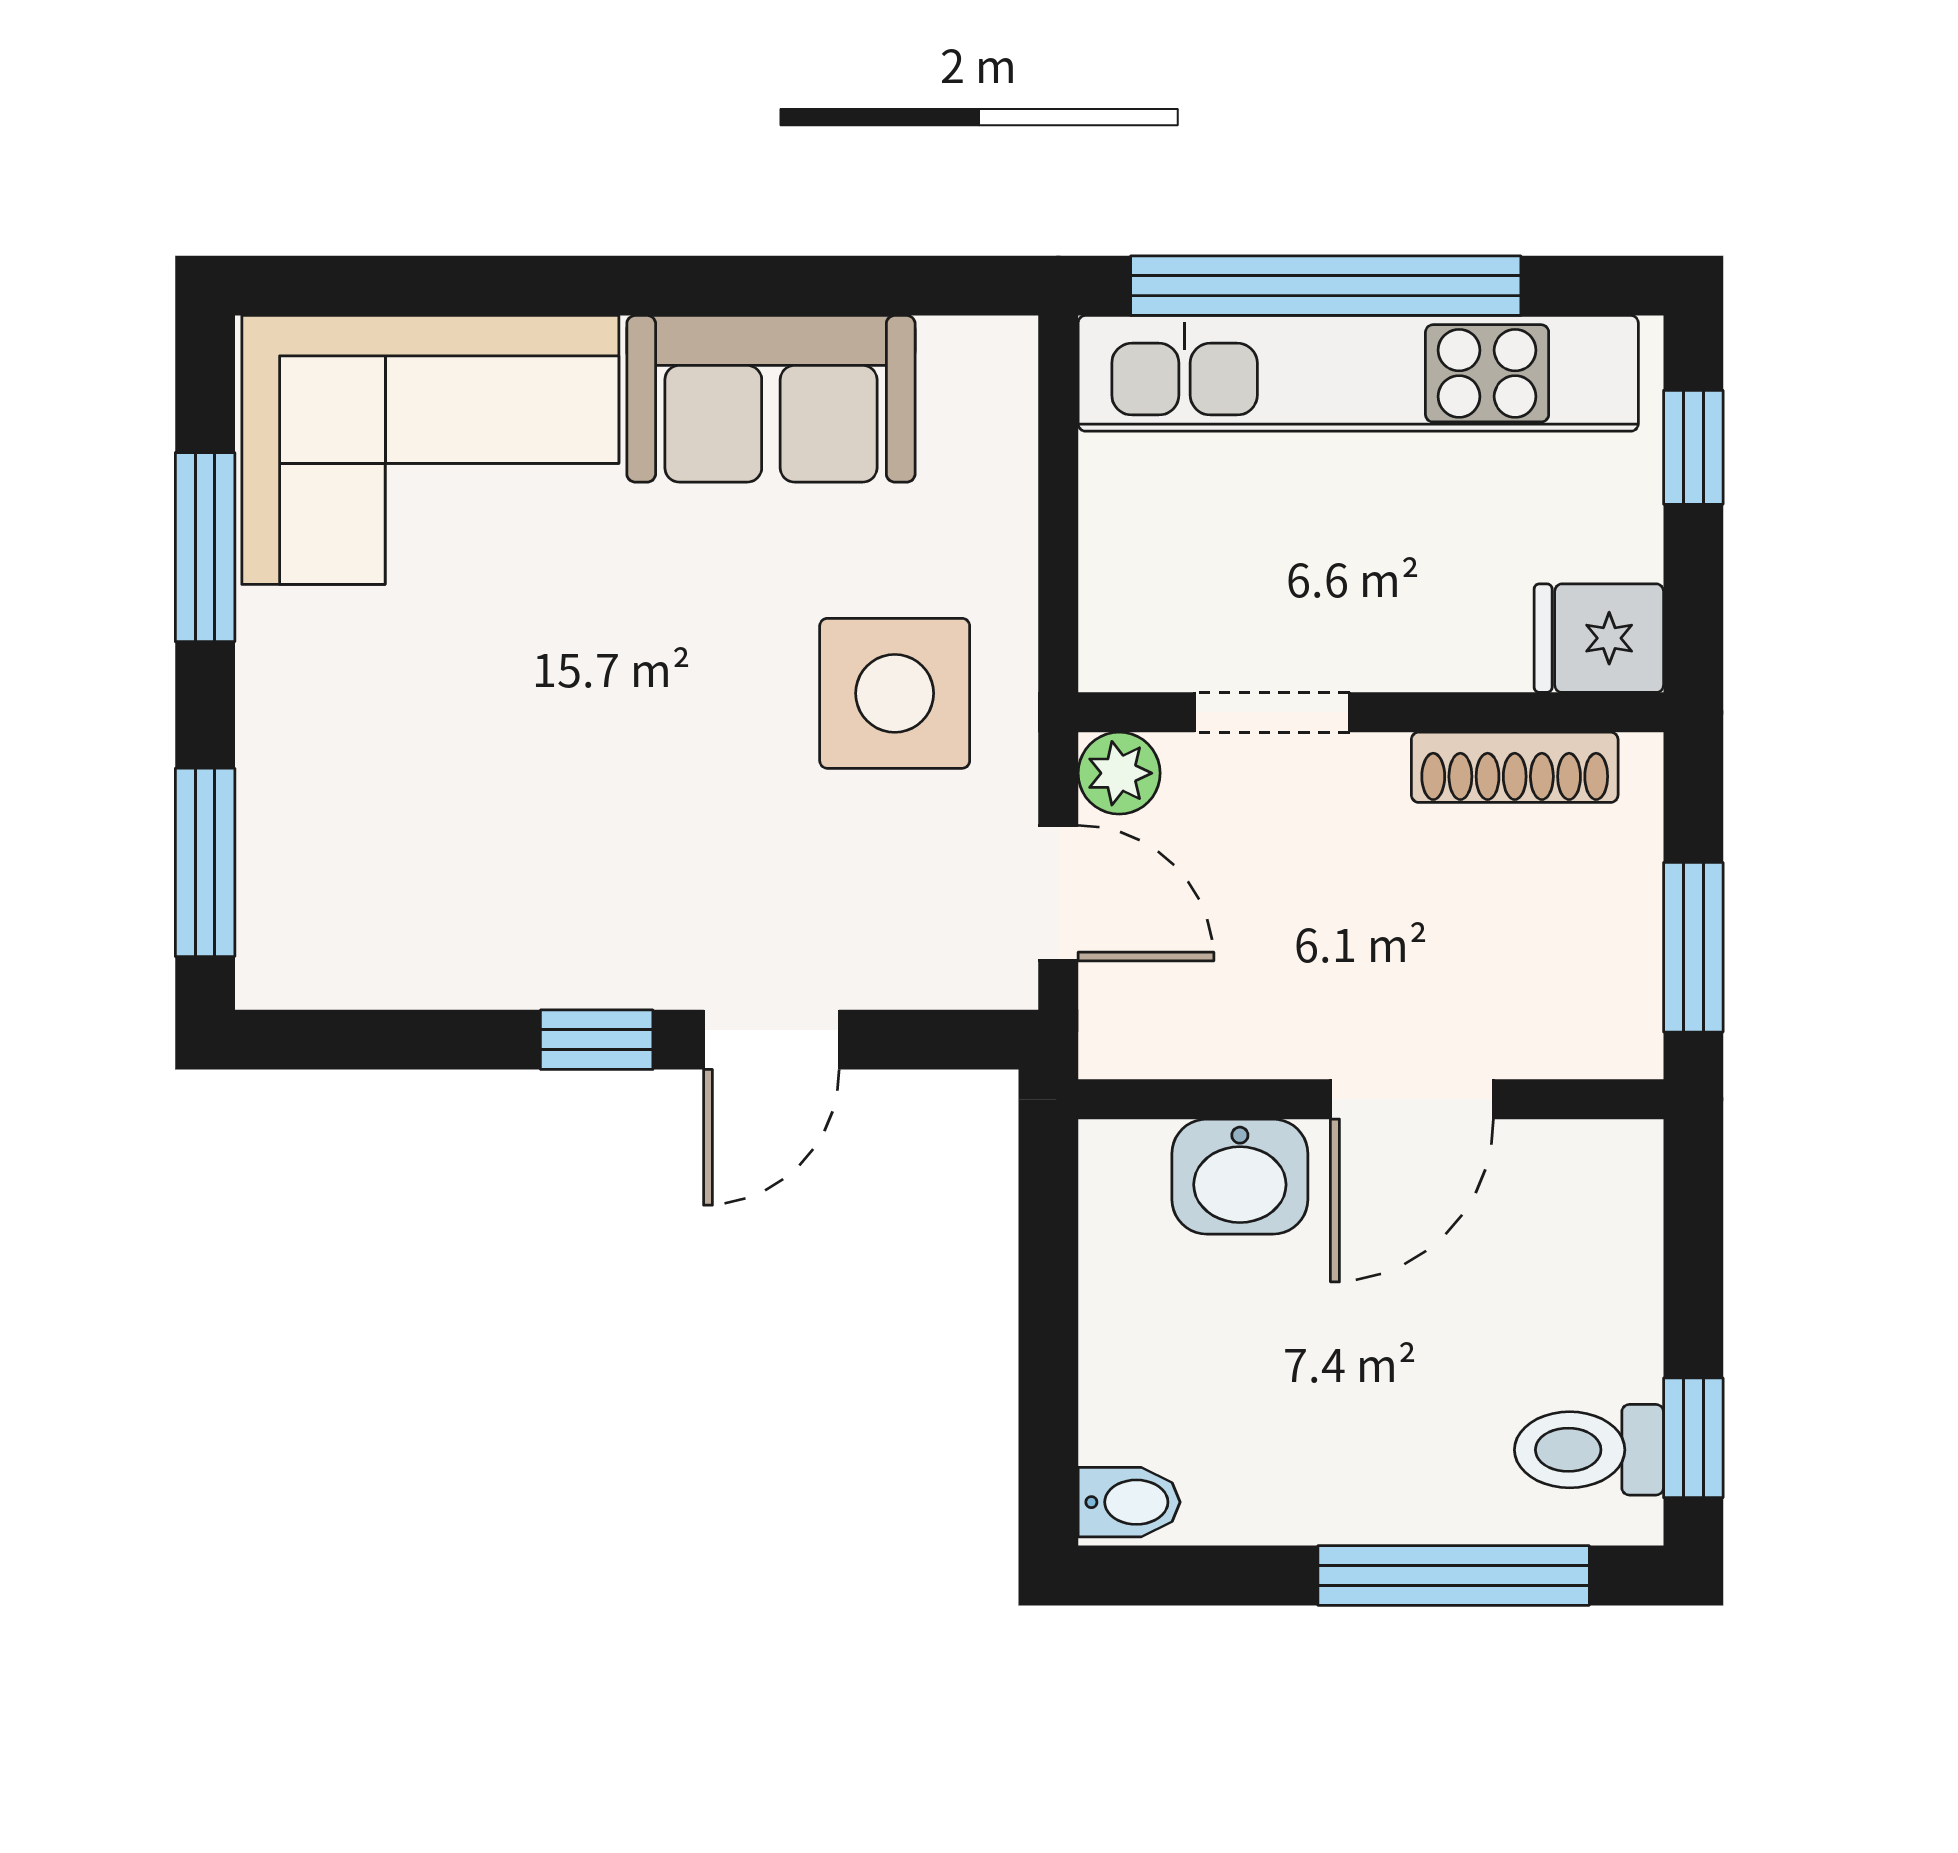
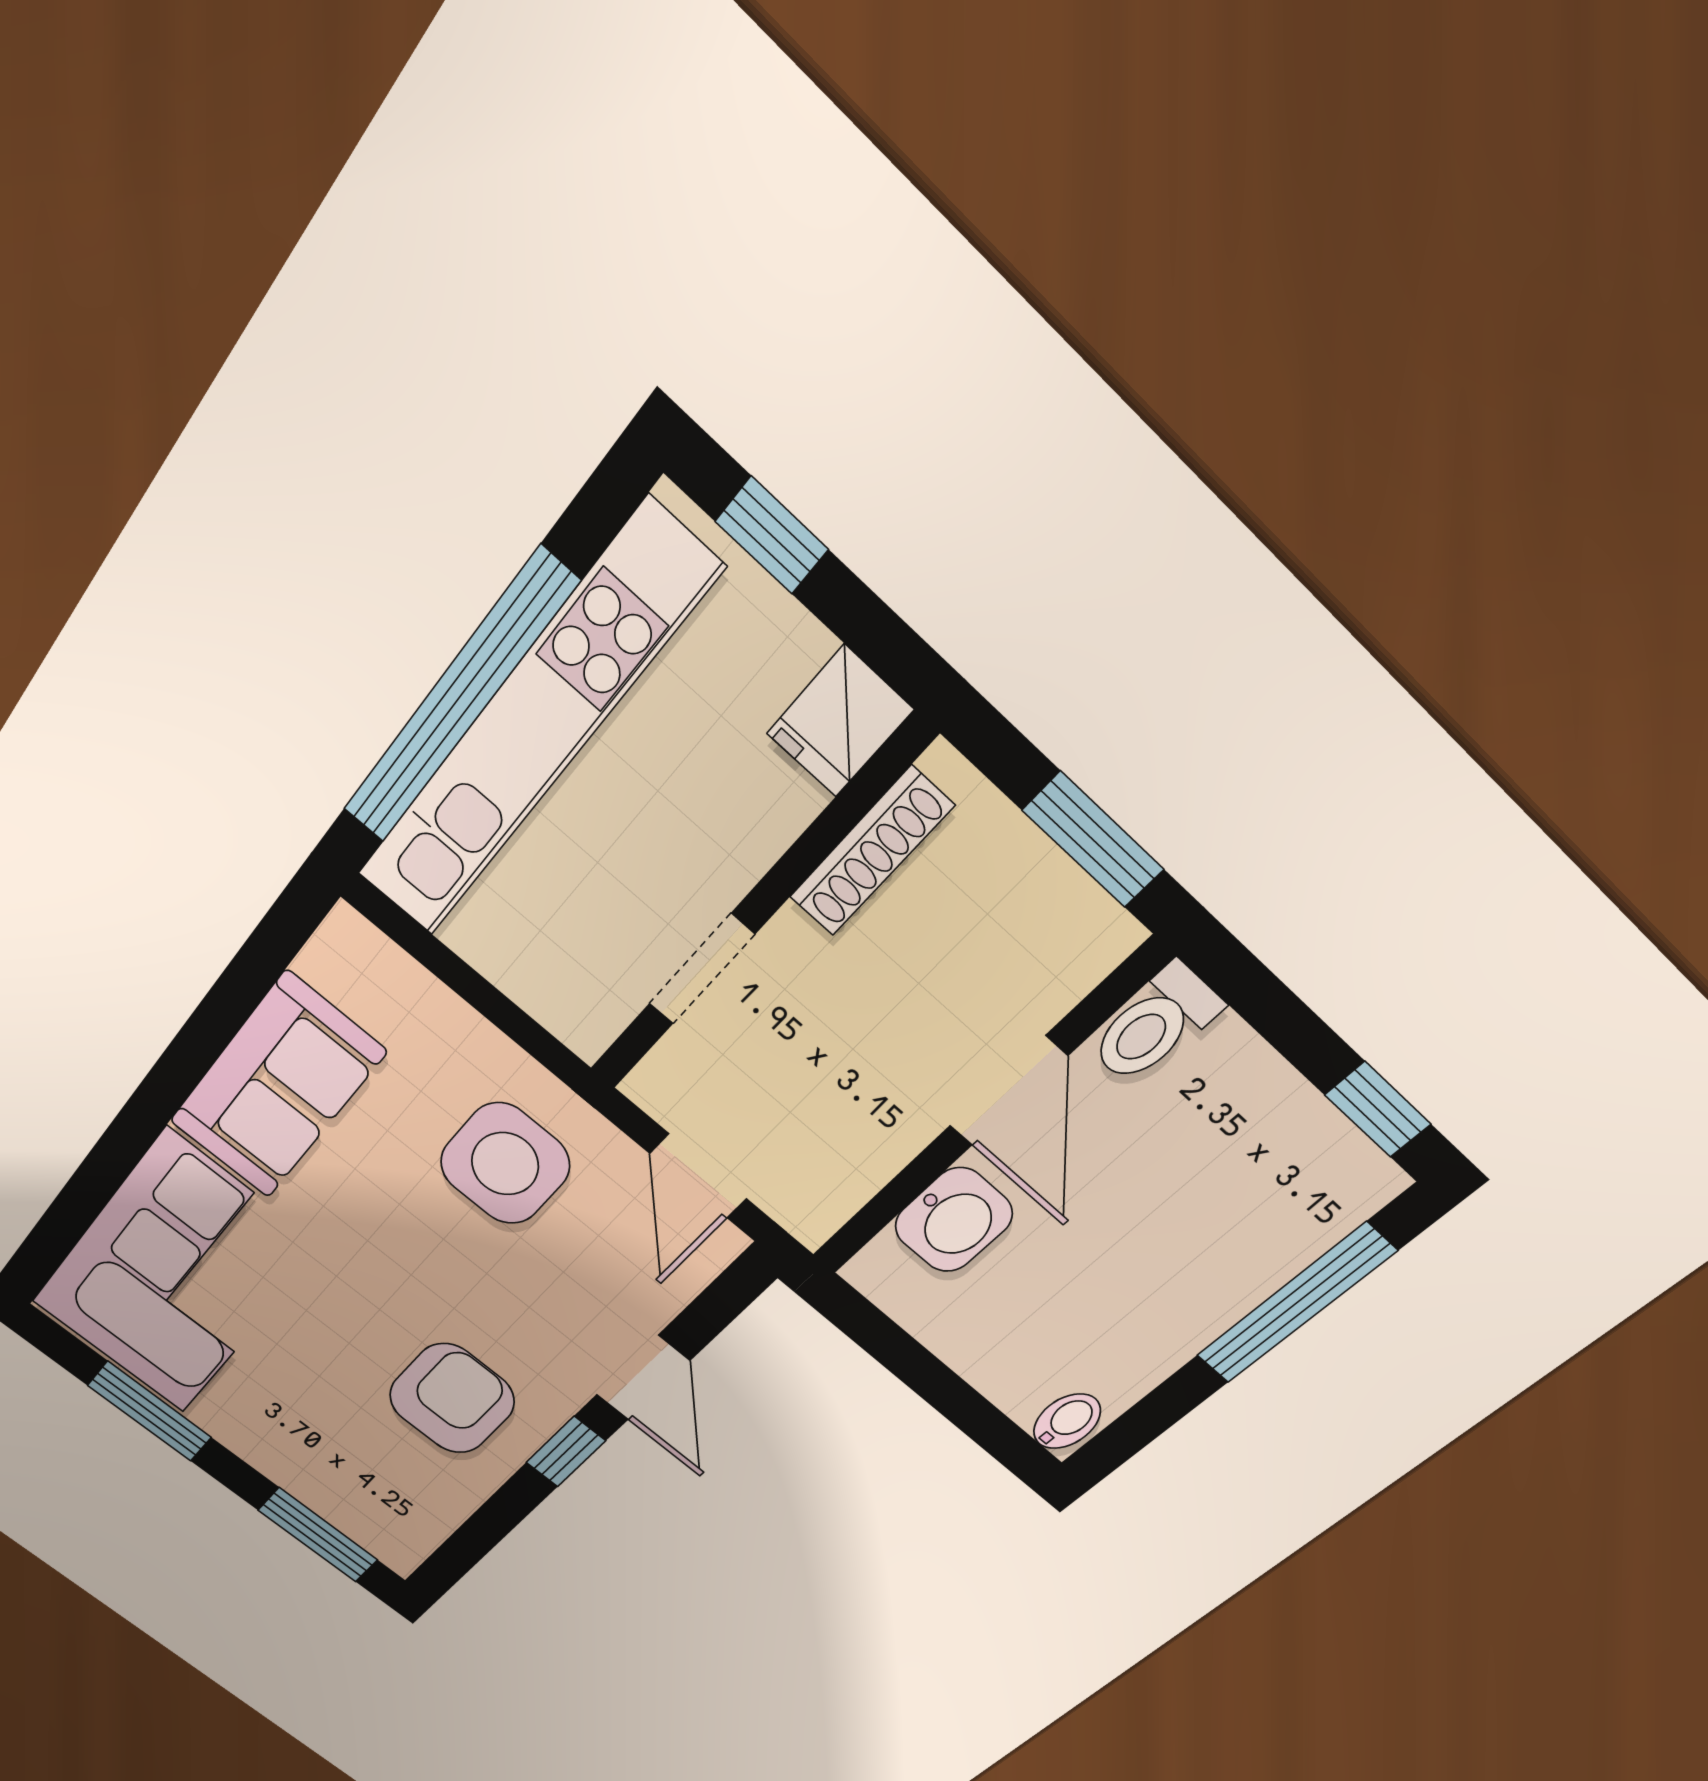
plant: (1119, 773) -> (659, 1086), removed
armchair: (549, 864) -> (452, 1399), added
door: (1058, 893) -> (698, 1176), swing flipped
toilet: (1589, 1450) -> (1154, 1025), moved

